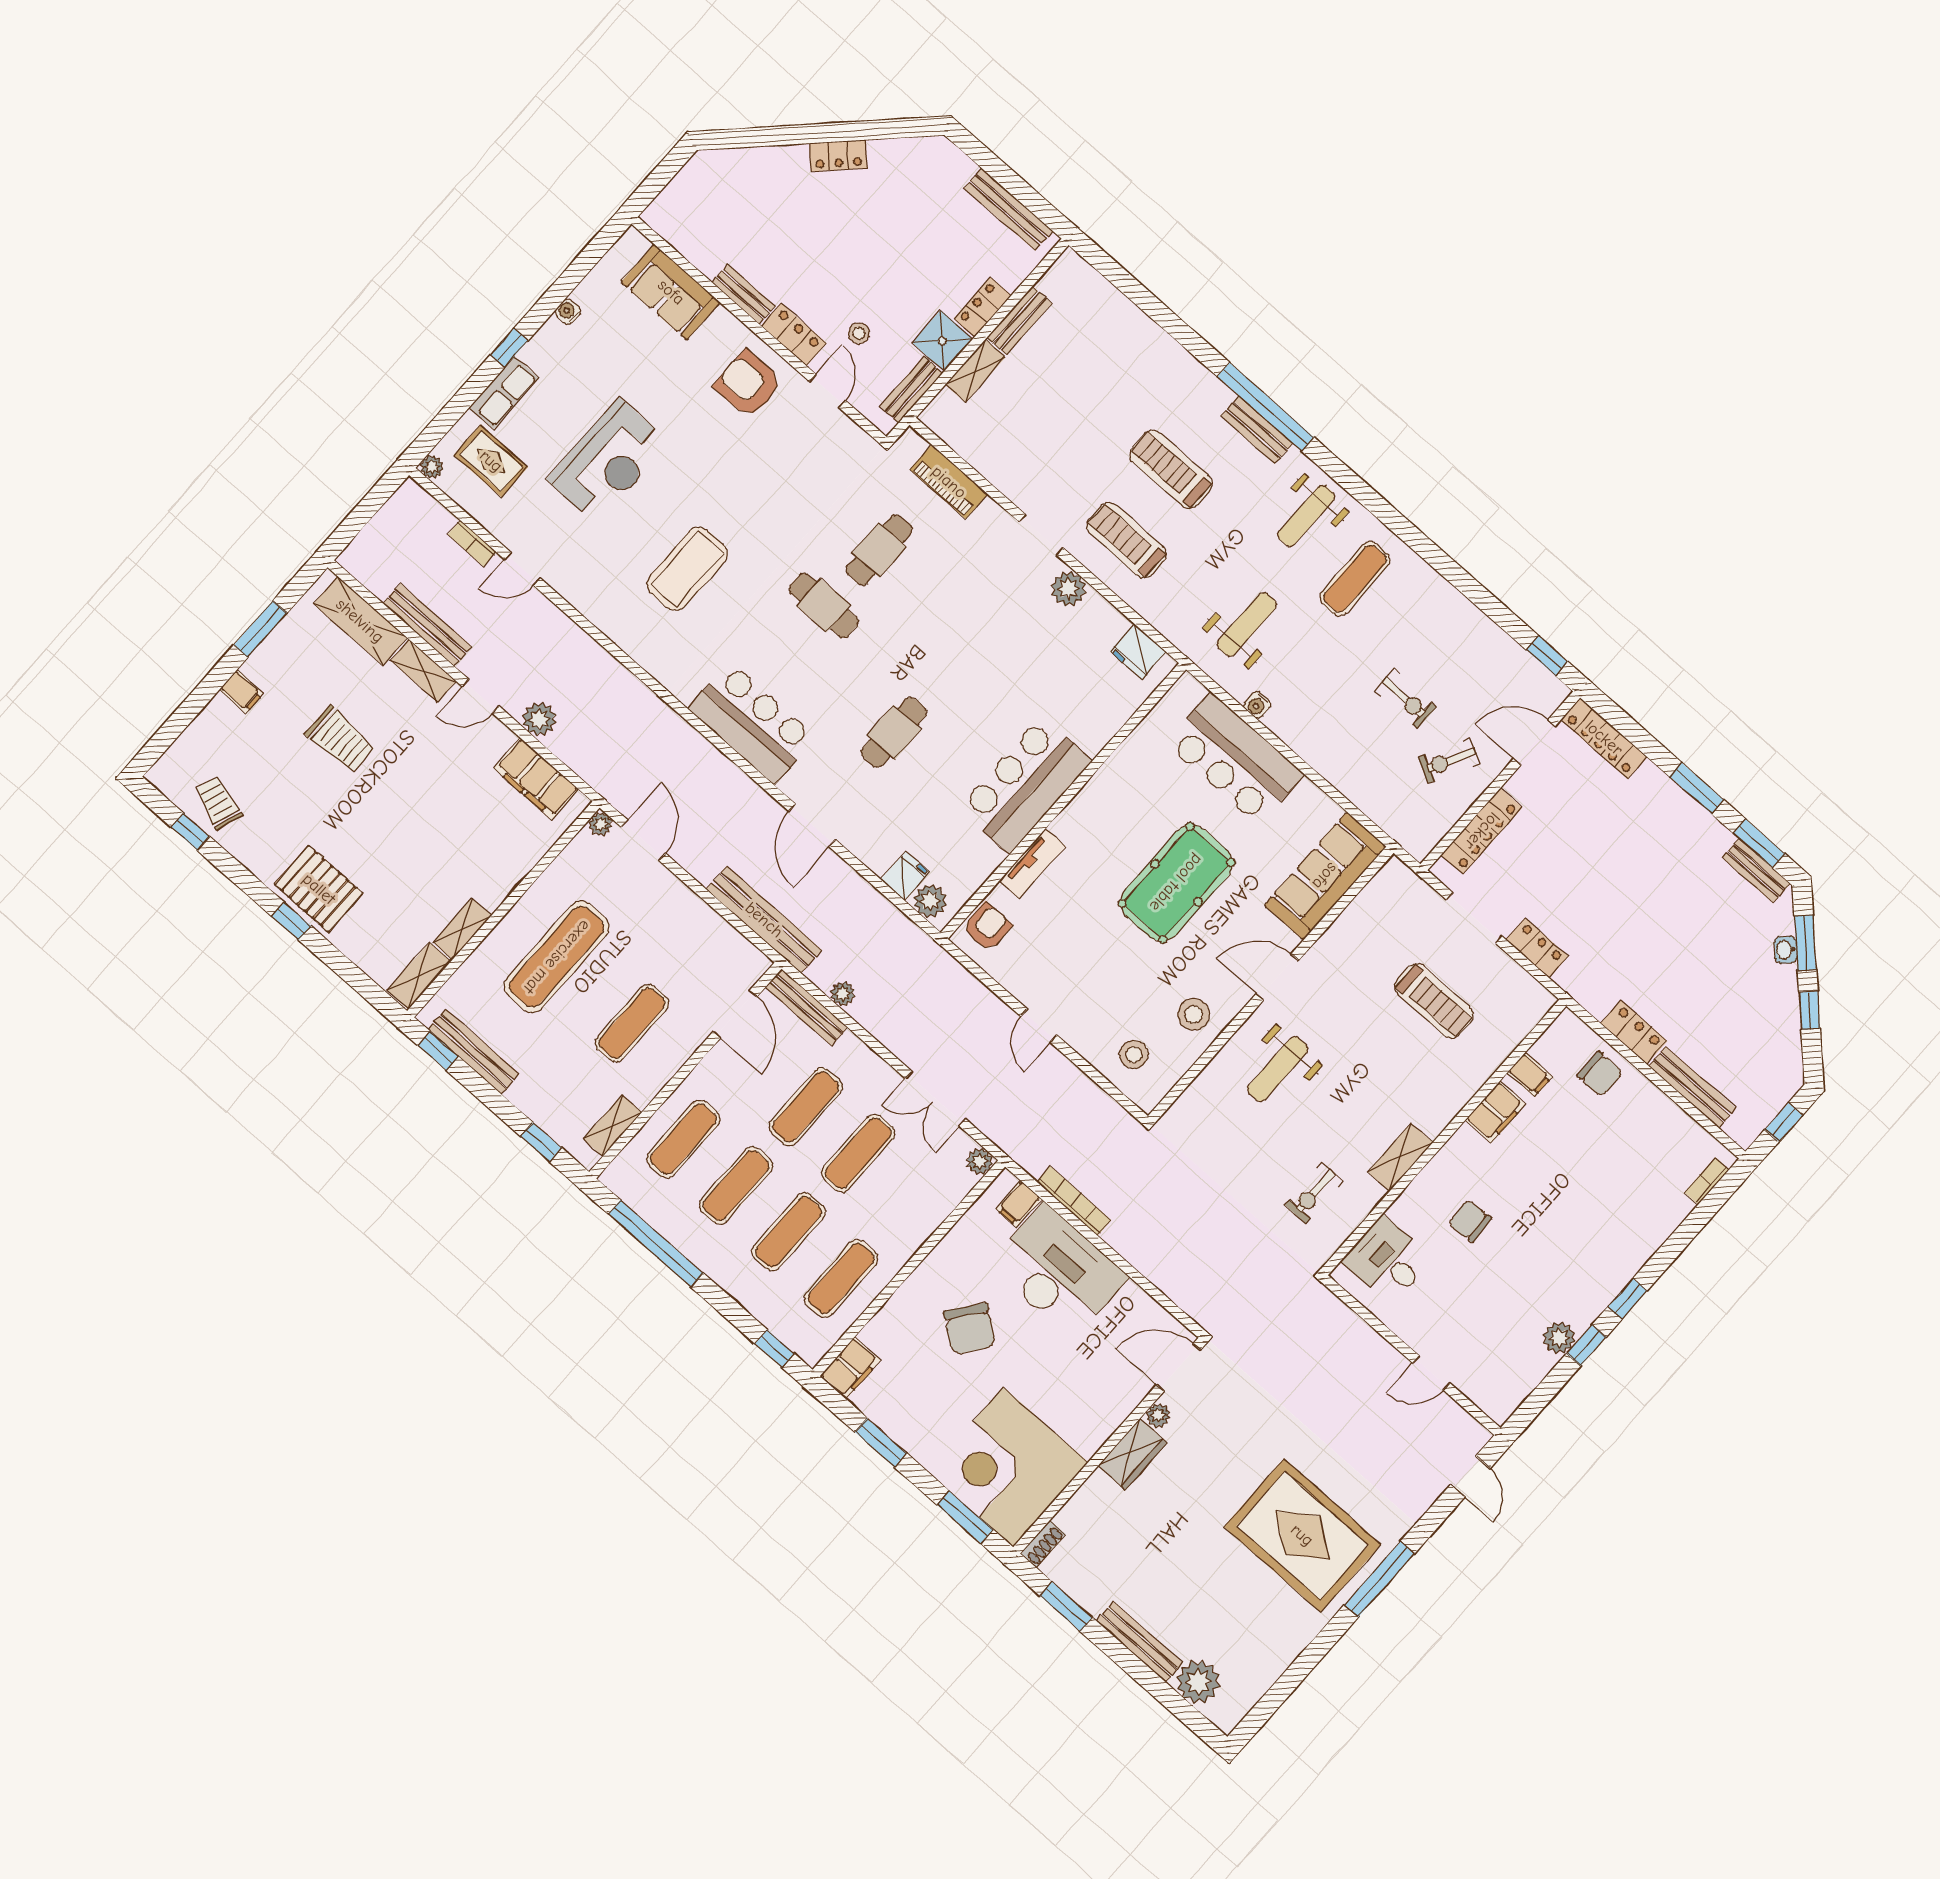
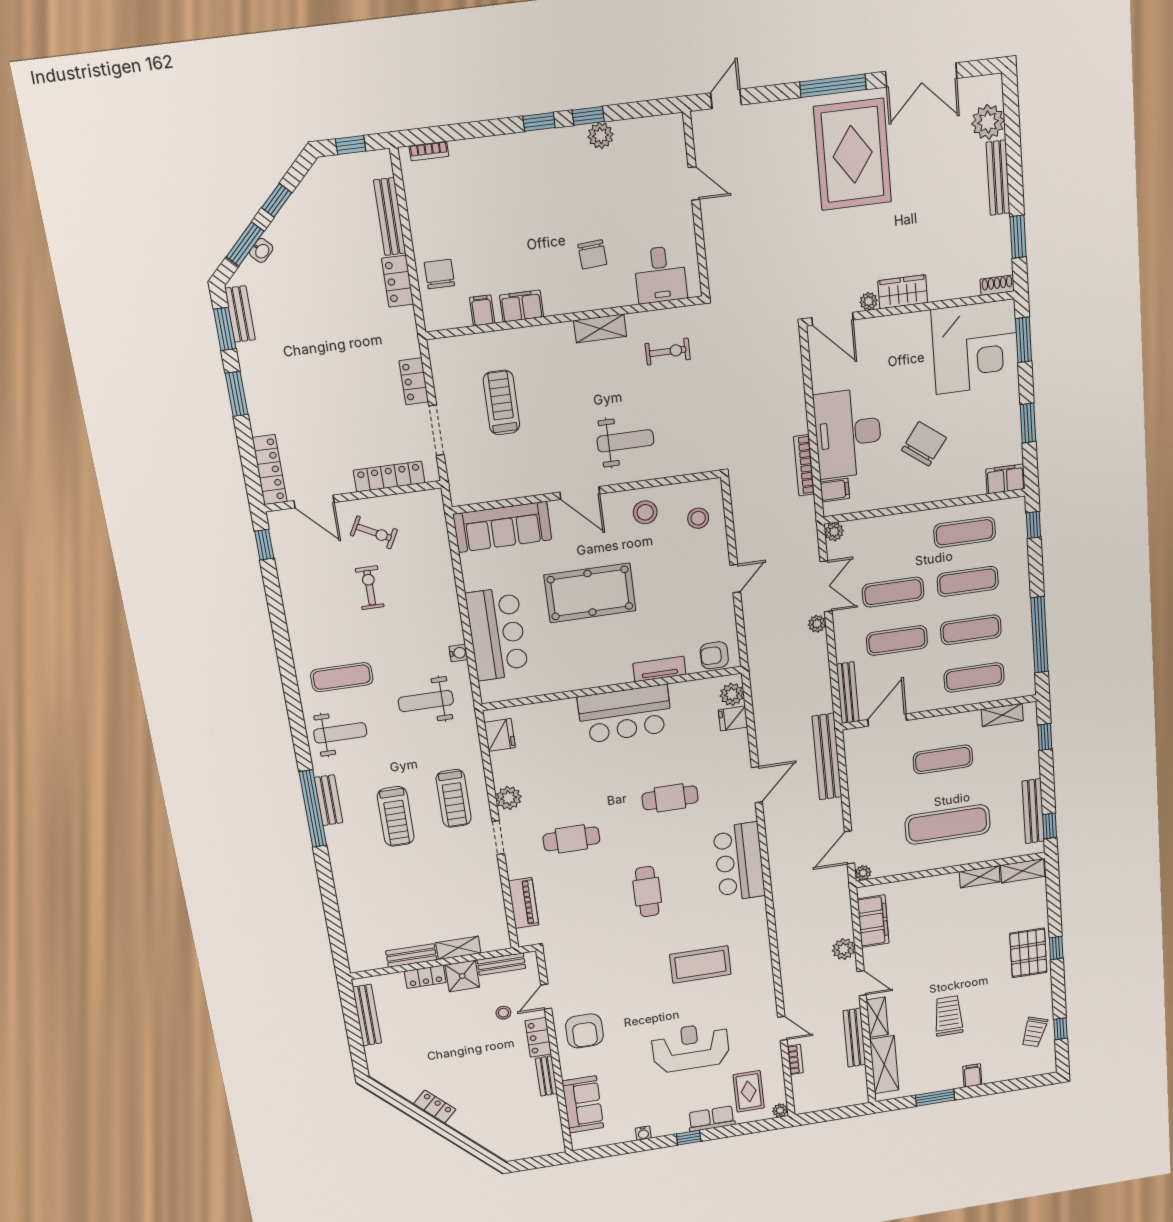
cafe table: (879, 550) -> (571, 839), moved
plant: (843, 994) -> (817, 624), moved
double door: (1304, 1665) -> (921, 75), added

